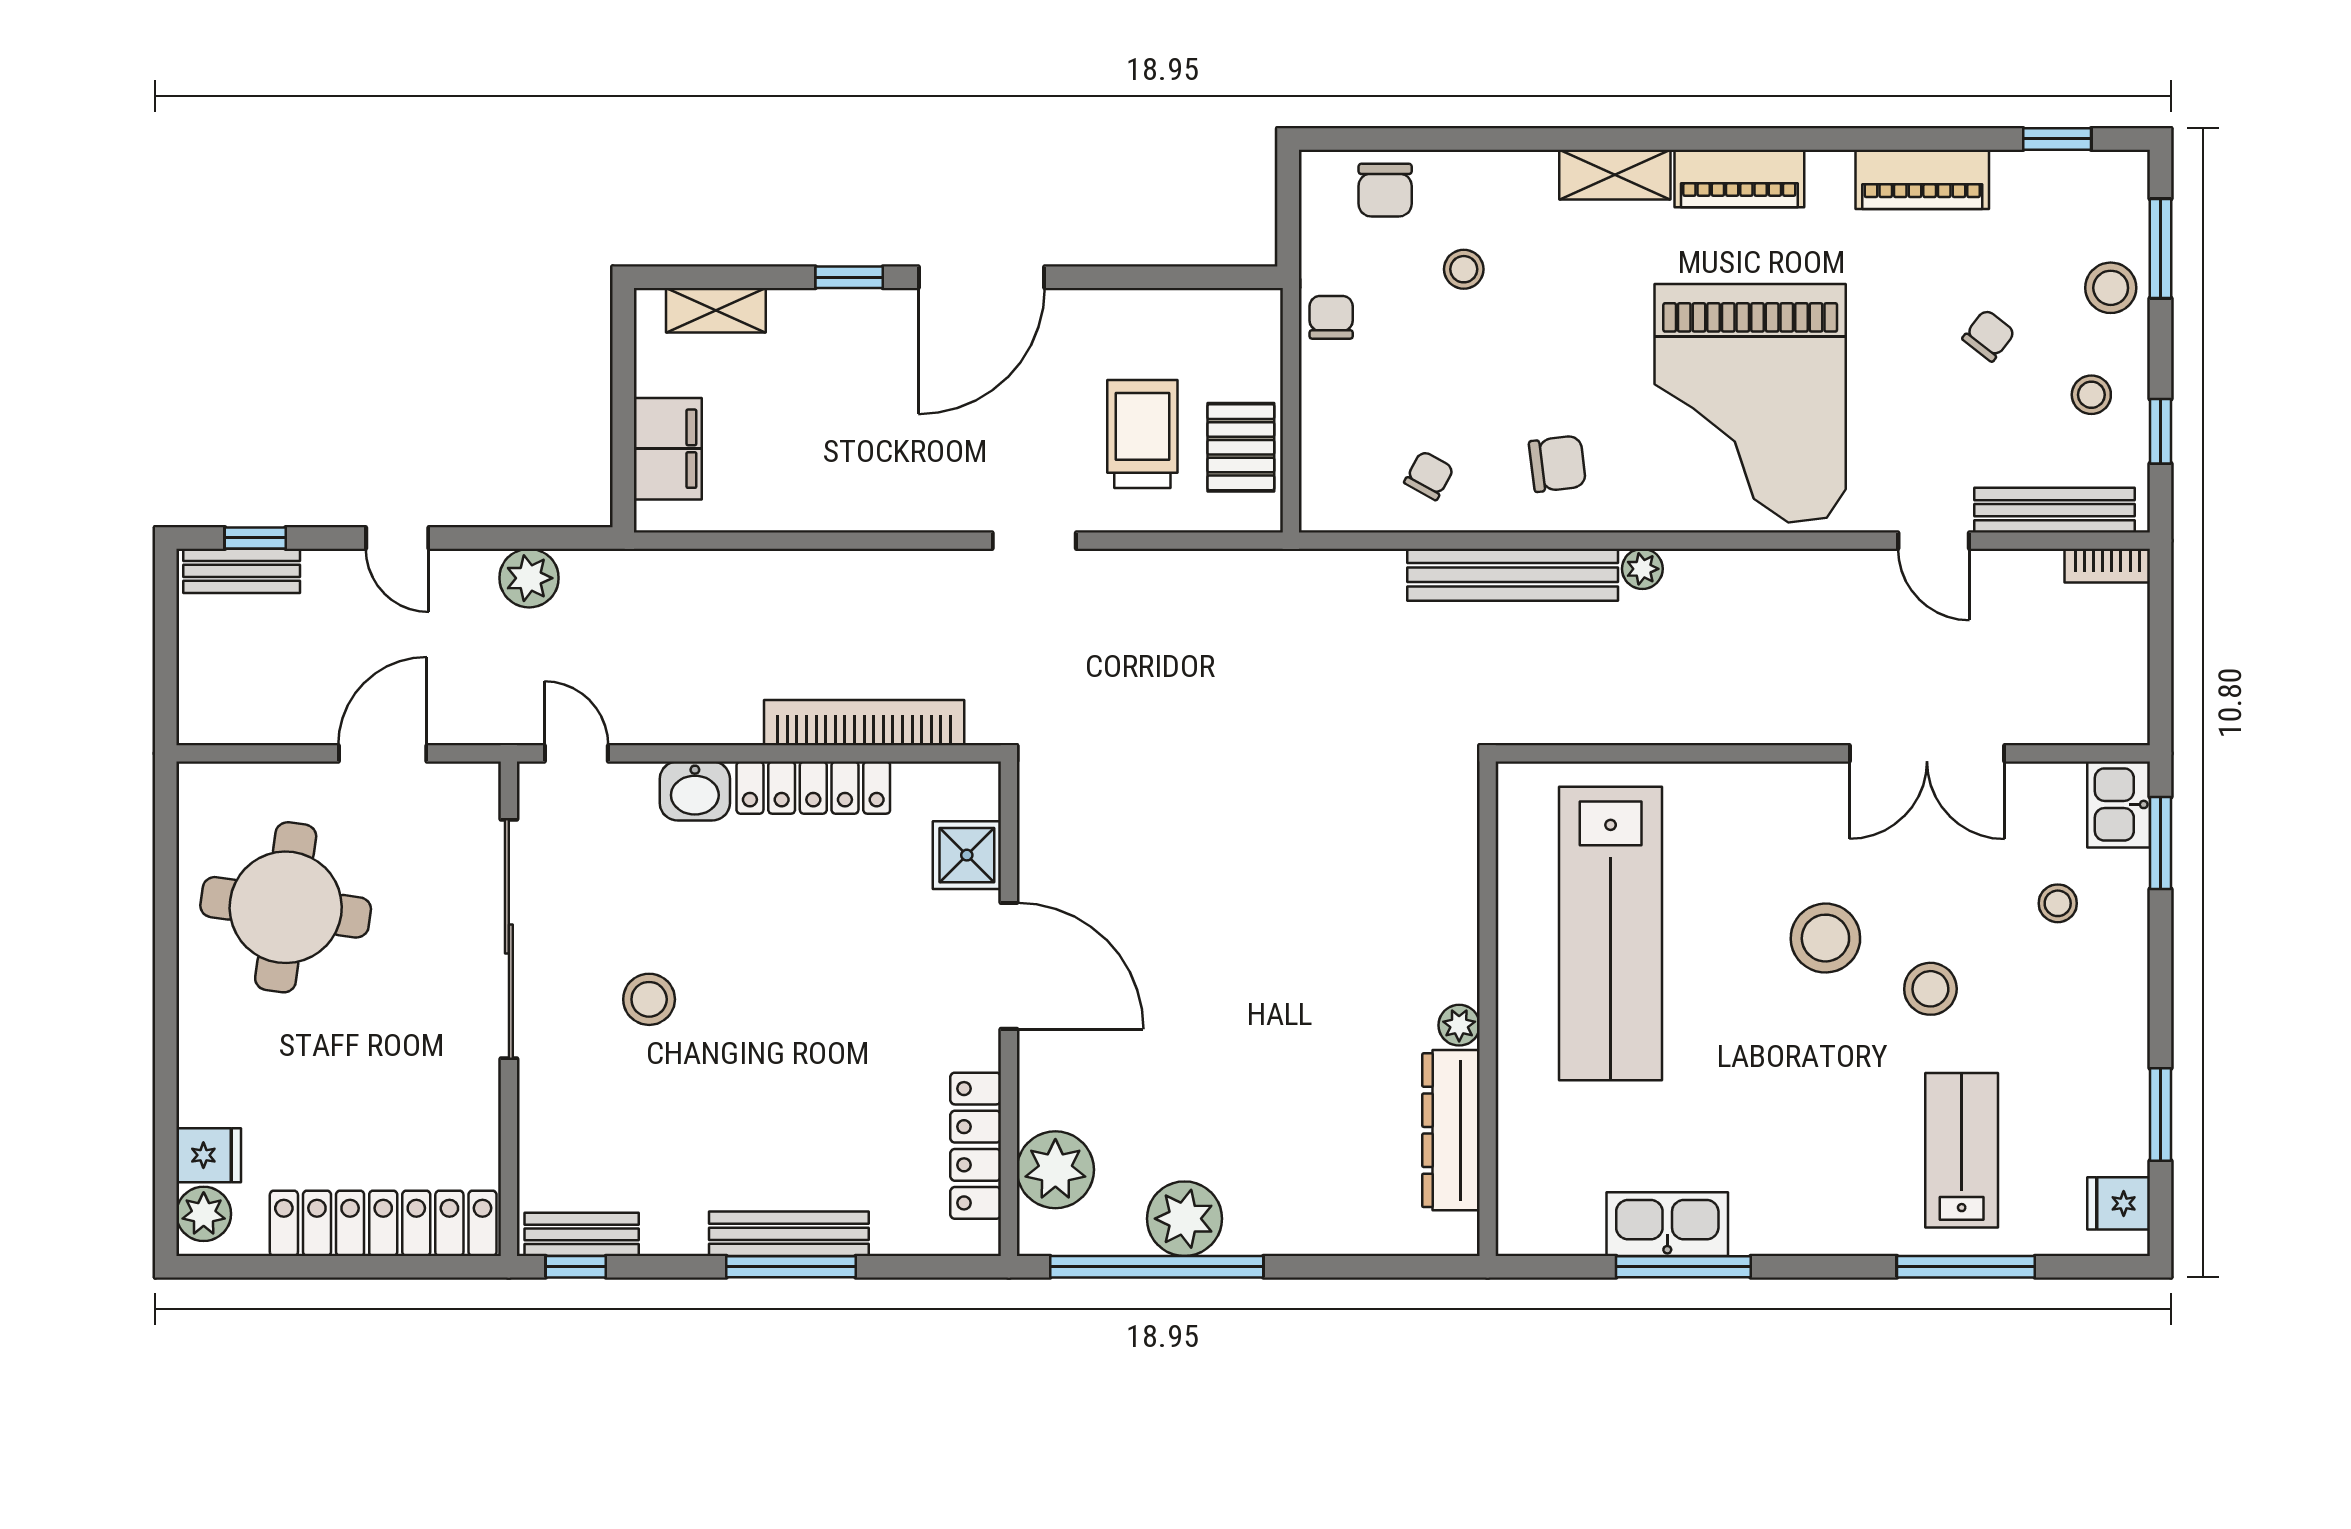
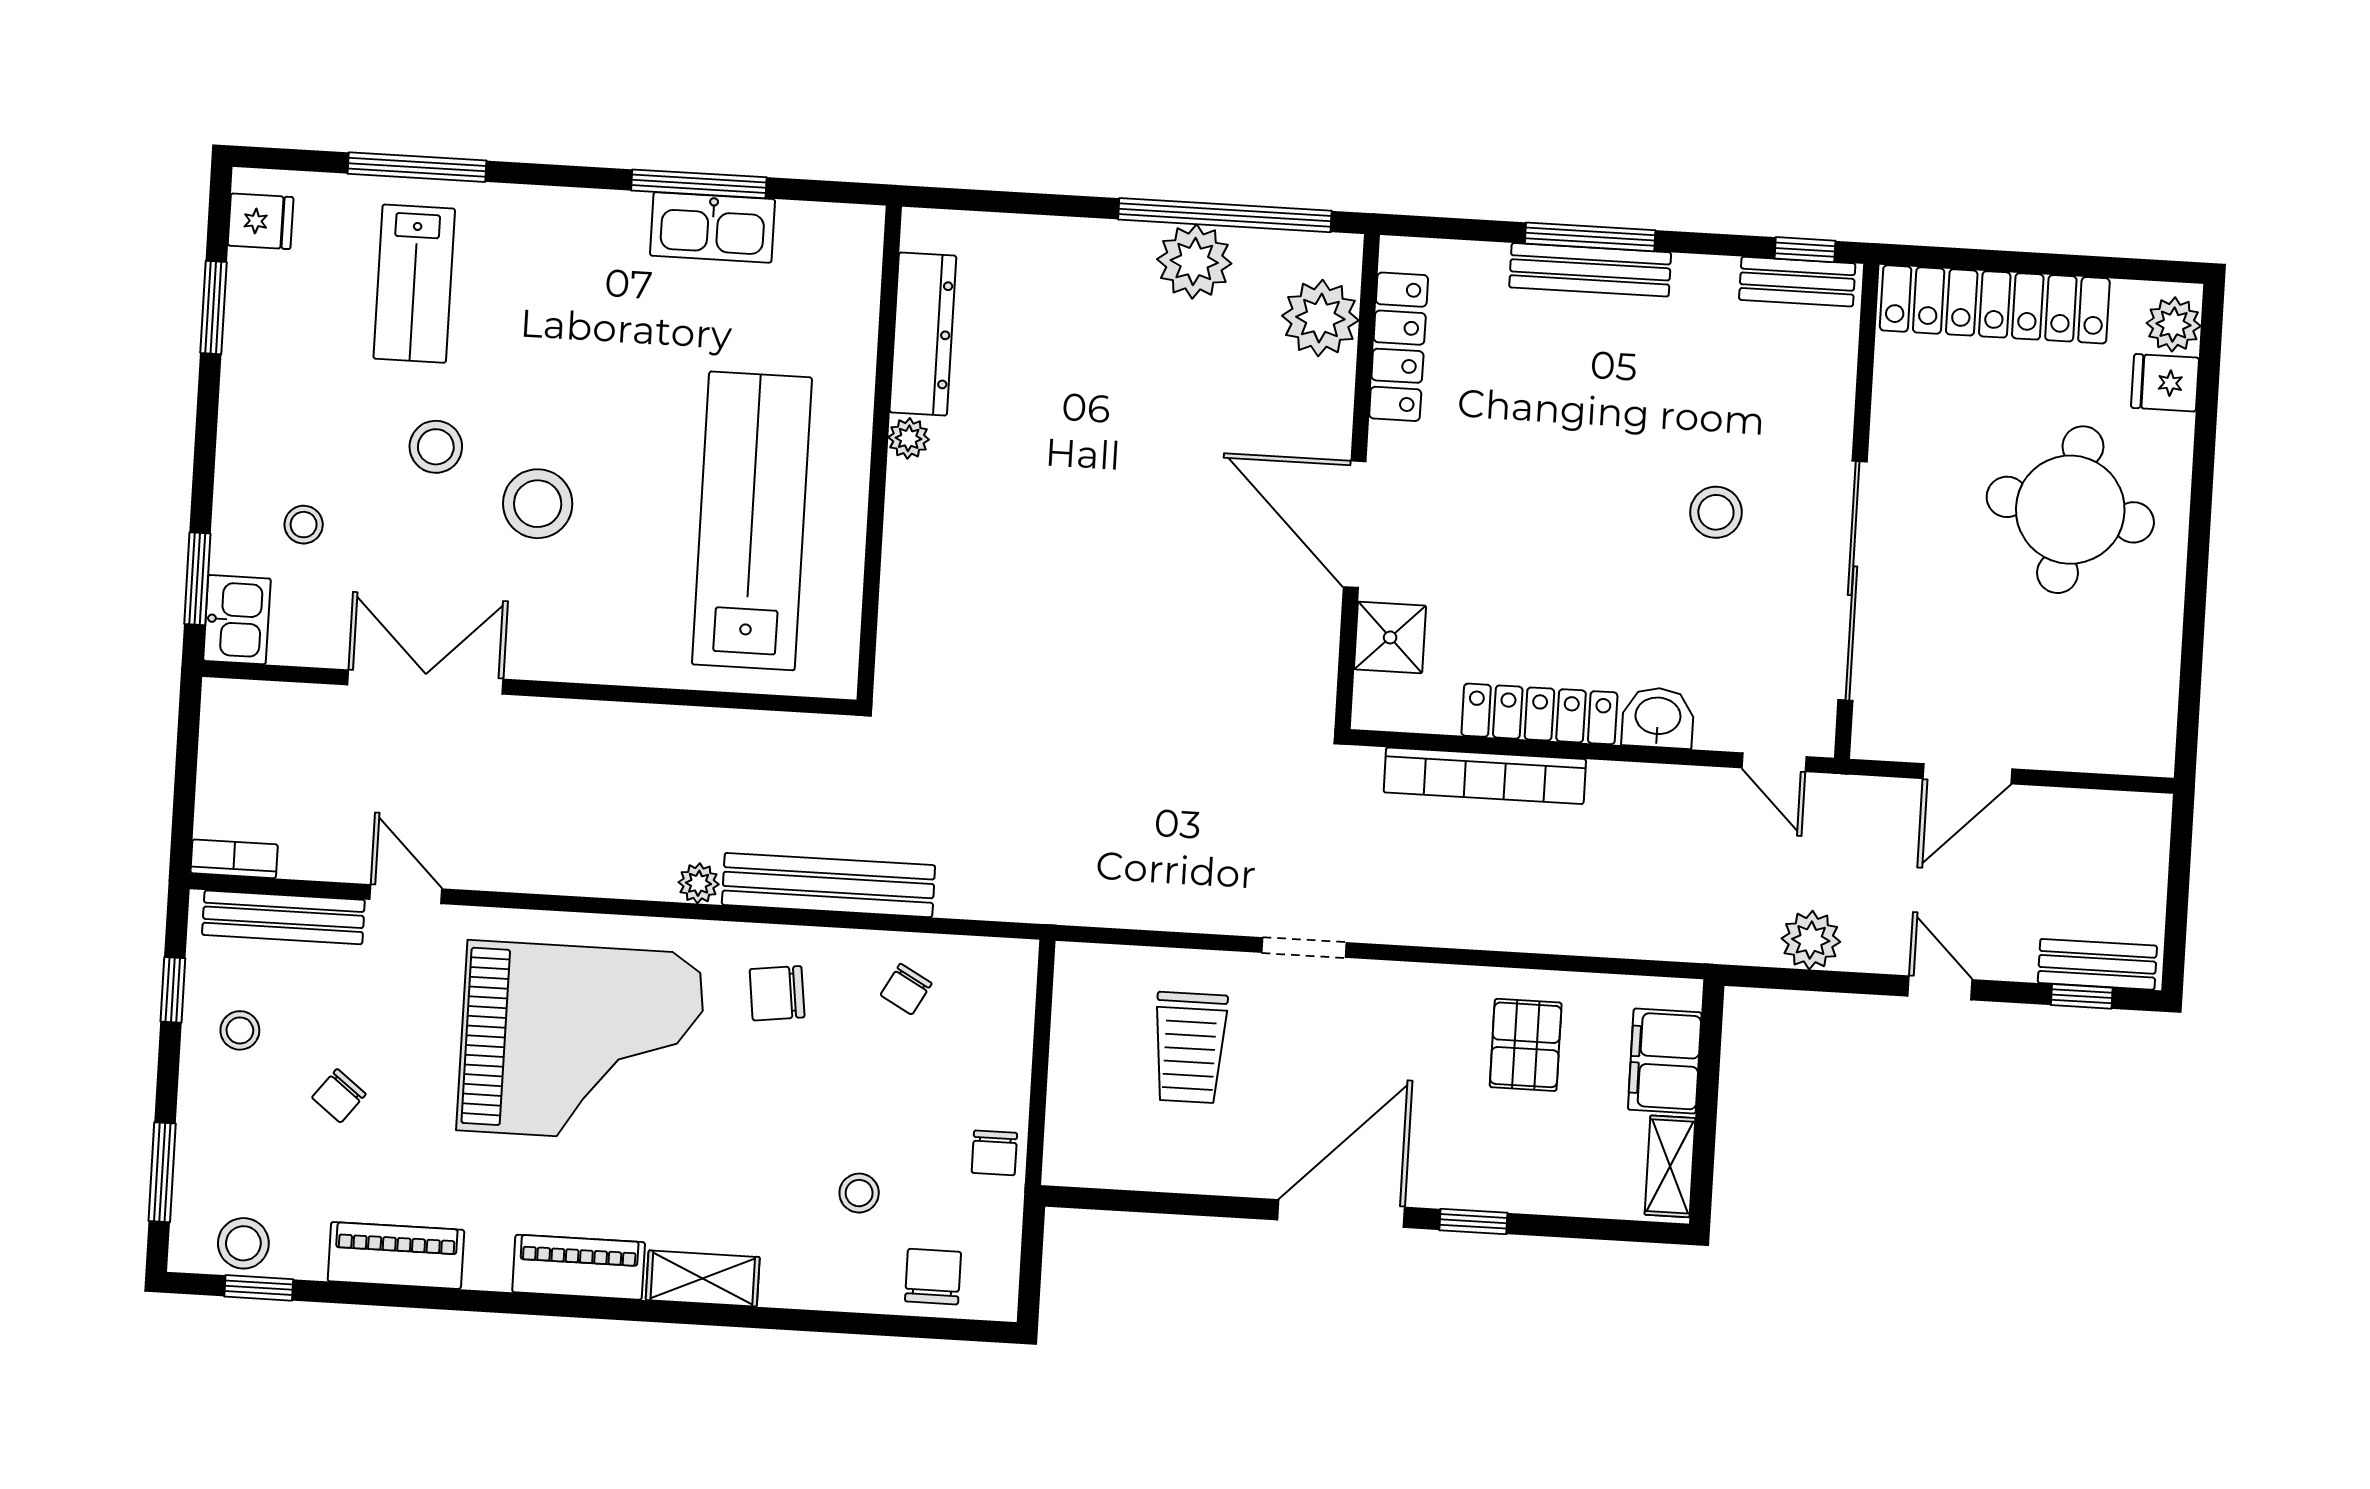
stool: (2111, 288) -> (243, 1243), moved
shelving: (716, 310) -> (1670, 1166), moved, turned 90
grand piano: (1750, 403) -> (581, 1042), turned 90
pallet: (1241, 447) -> (1526, 1045), moved
round table: (286, 907) -> (2070, 510), moved

